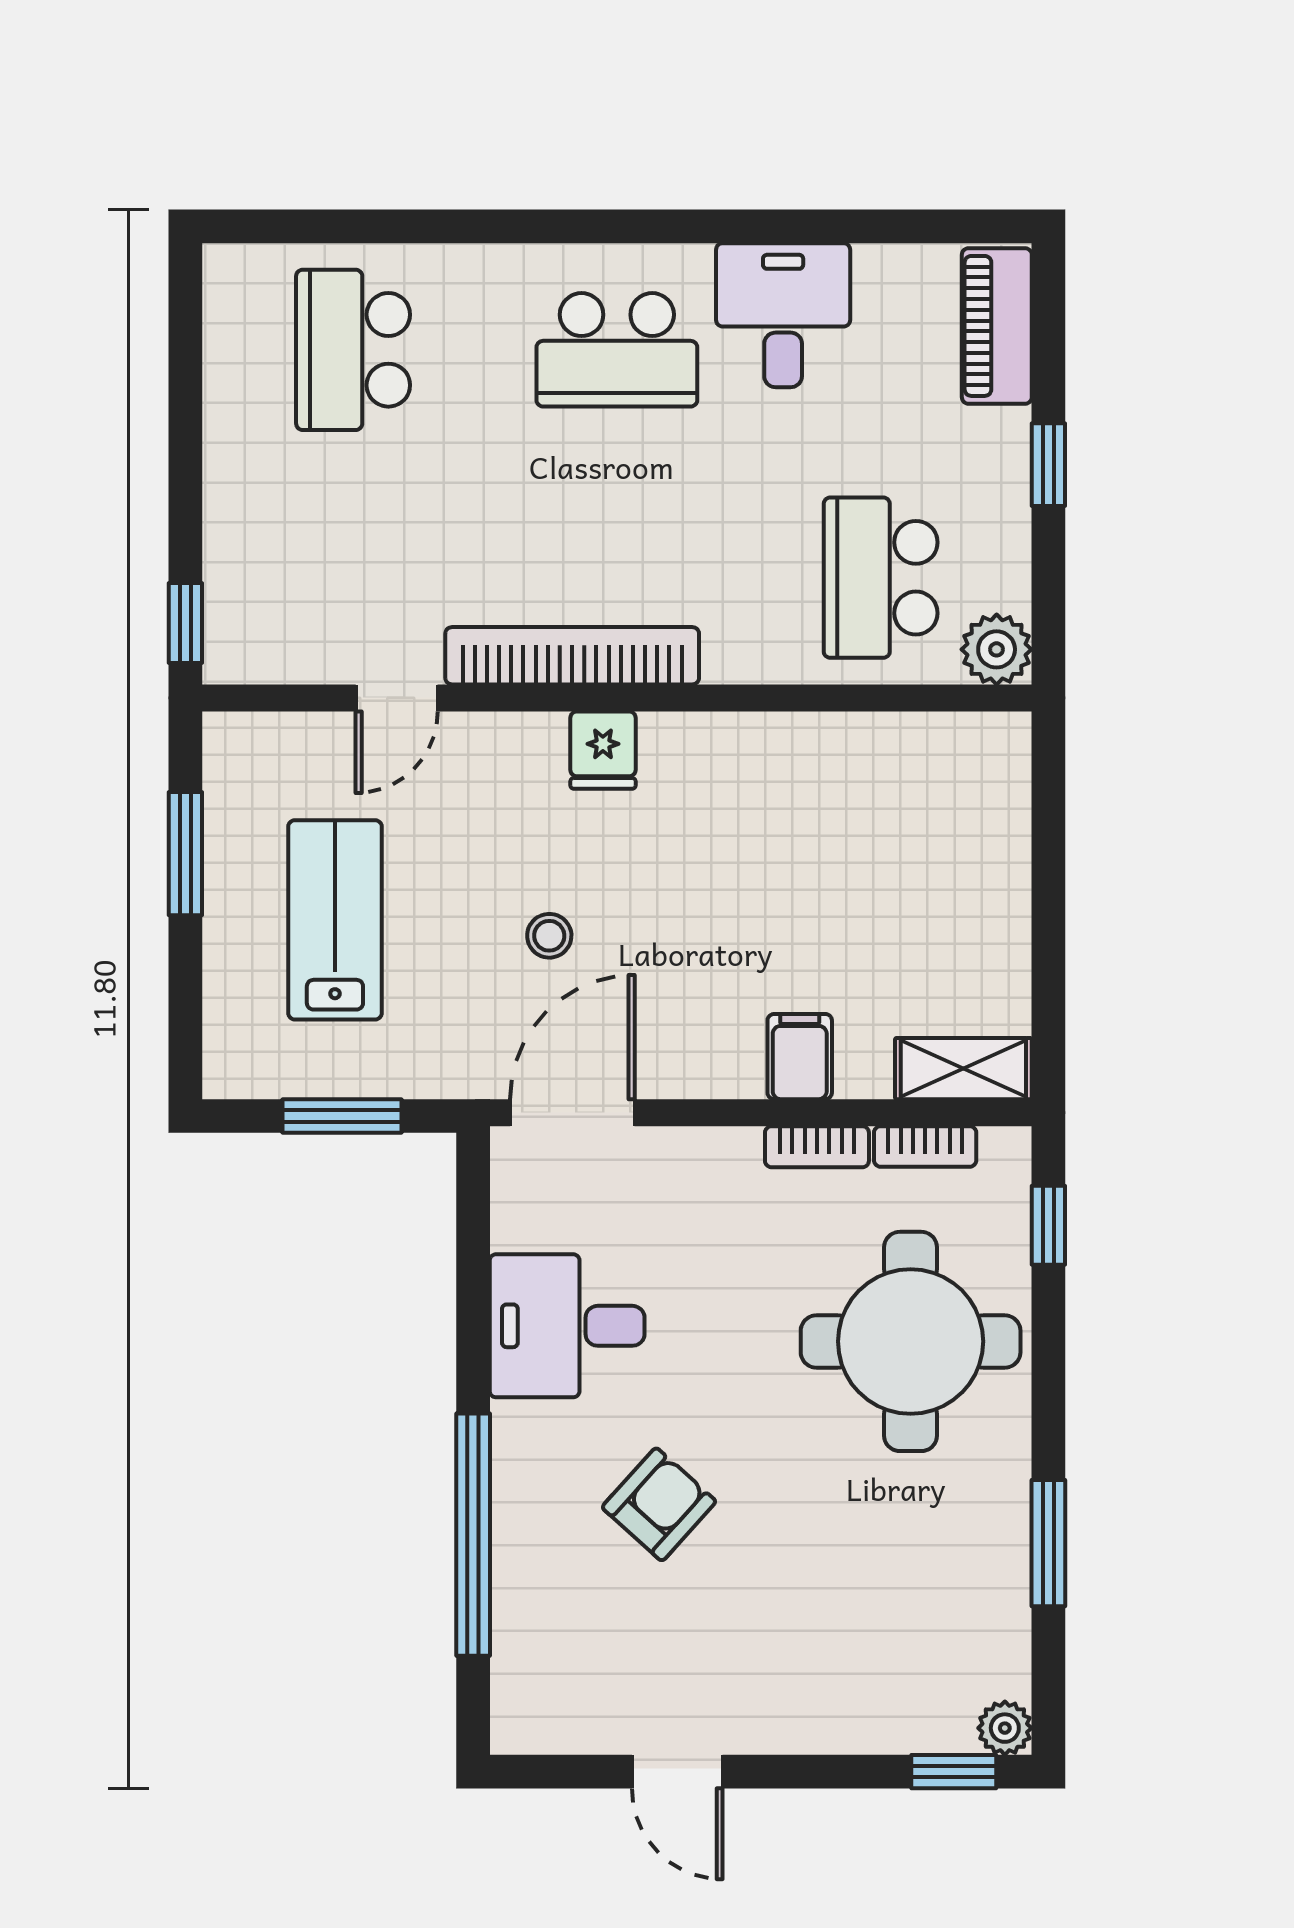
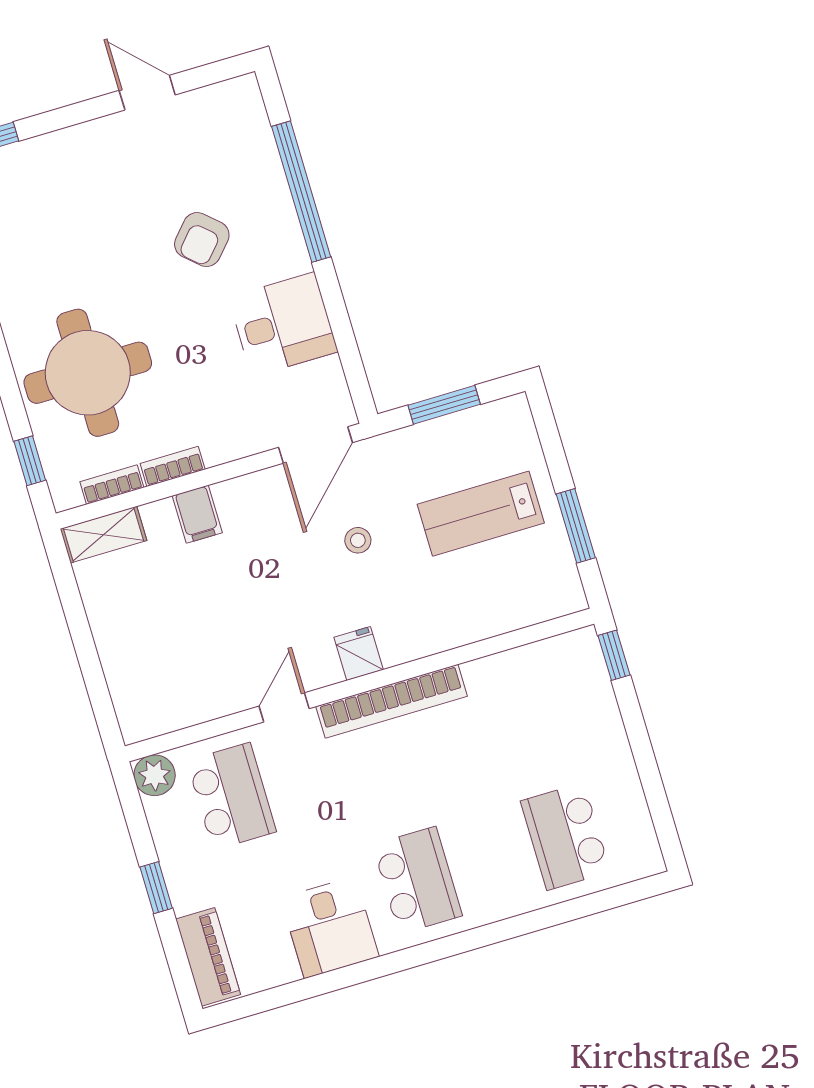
school desk: (353, 350) -> (565, 836), turned 180
school desk: (617, 350) -> (417, 880), turned 90
door: (397, 698) -> (284, 707), moved
lab bench: (335, 920) -> (481, 514), turned 90

